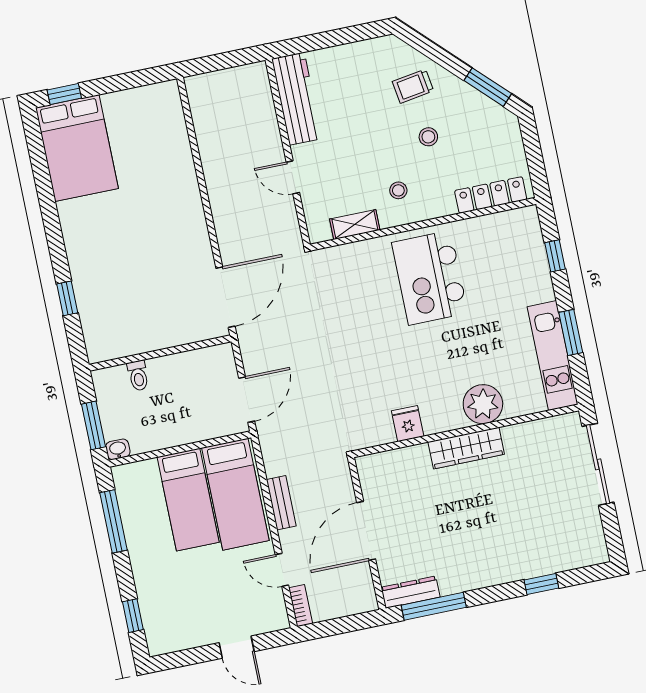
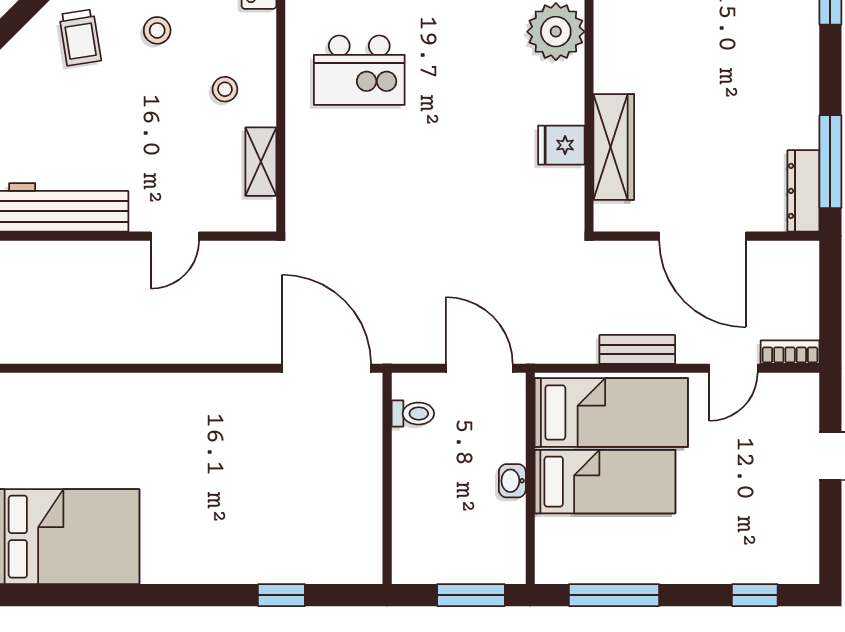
kitchen island: (430, 278) -> (359, 70), width x0.73, depth x0.78
toilet: (138, 376) -> (413, 414), moved
wardrobe: (466, 448) -> (614, 147), moved
washbasin: (118, 449) -> (512, 481), moved

